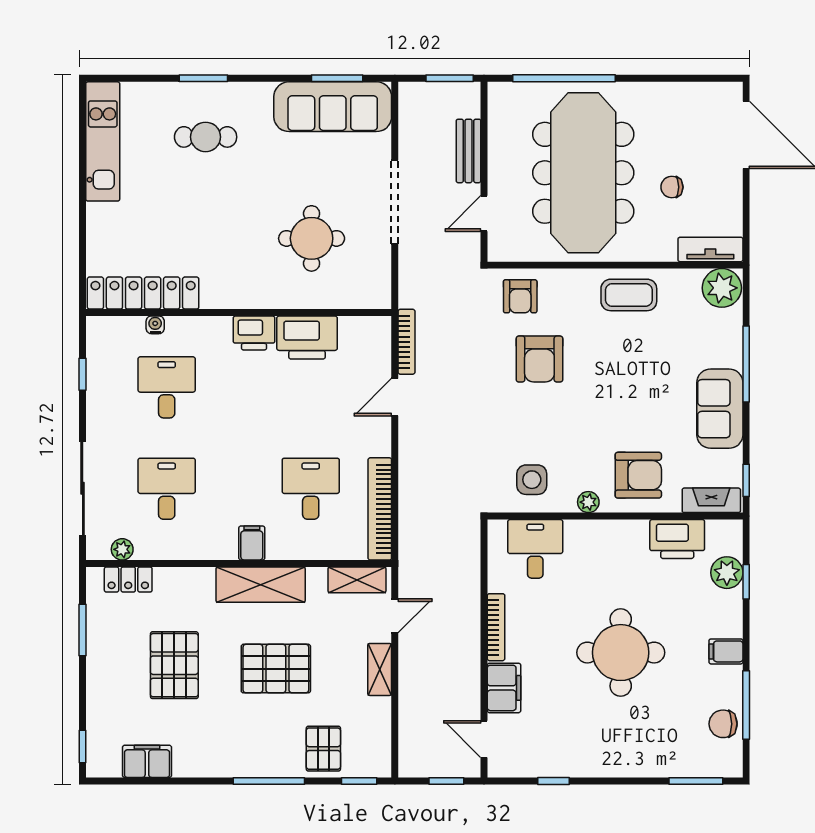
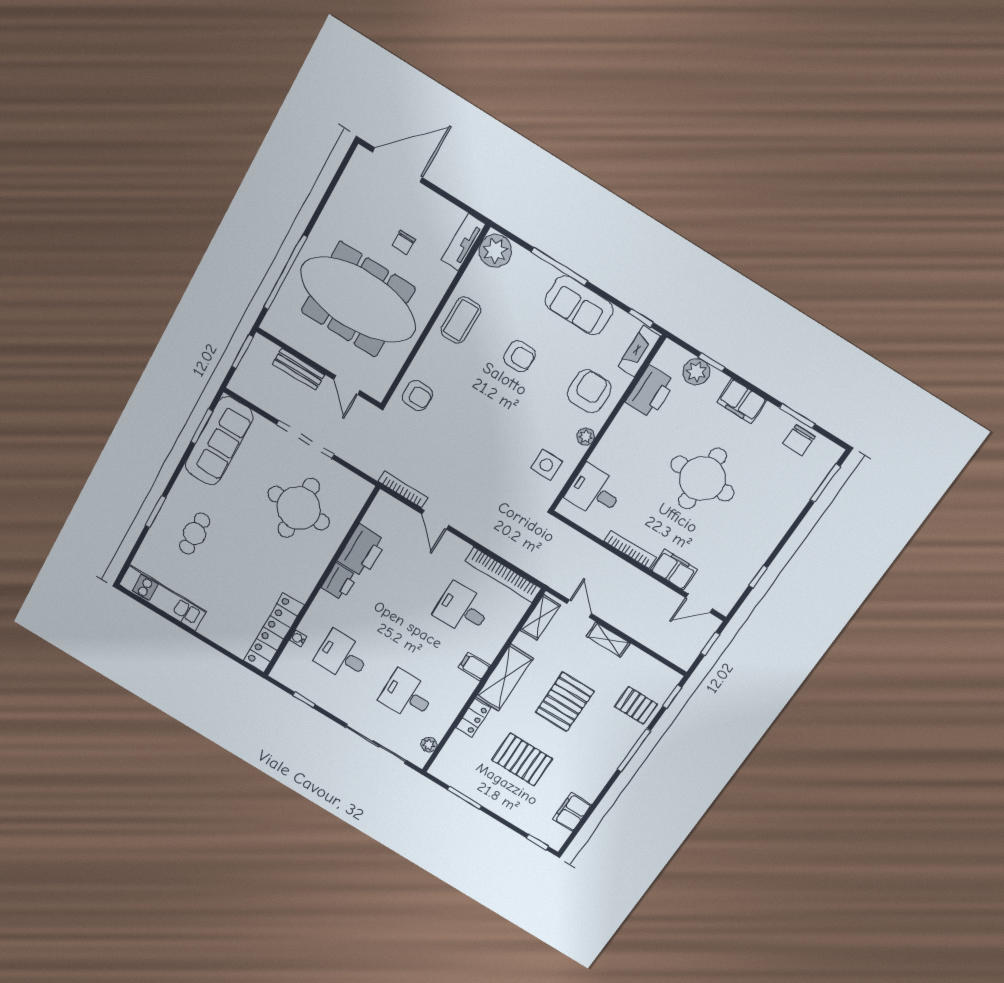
round table: (312, 238) -> (299, 508), width x1.36, depth x1.36
armchair: (539, 359) -> (520, 356), moved, width x0.72, depth x0.72
locker: (128, 580) -> (473, 718), moved
filing cabinet: (726, 651) -> (742, 401), width x2.00
window: (746, 705) -> (797, 416), width x0.69

